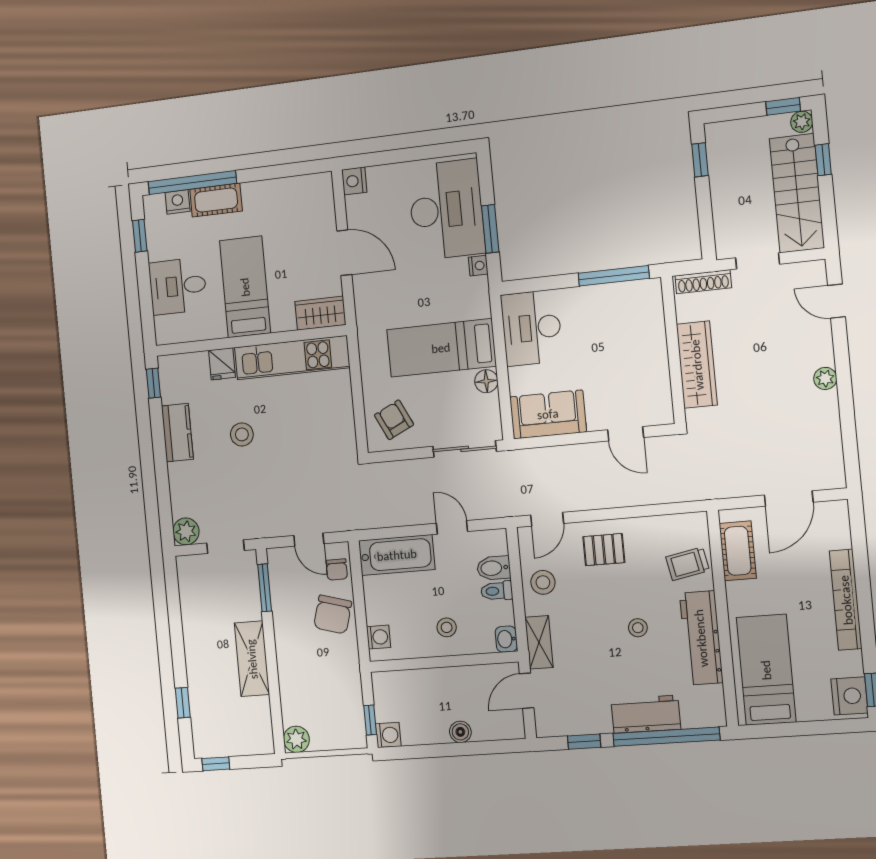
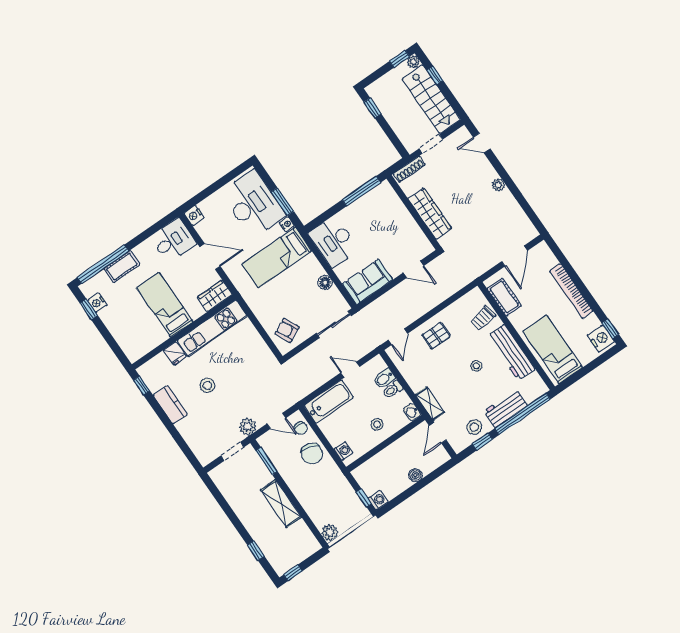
nightstand: (178, 202) -> (97, 303), moved, turned -90
desk: (178, 286) -> (173, 240), moved, turned 180
bed: (441, 348) -> (277, 257), moved
plant: (186, 531) -> (248, 427), moved
stool: (543, 582) -> (474, 427), moved

